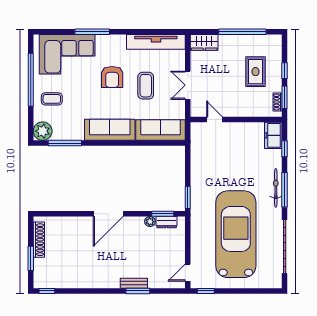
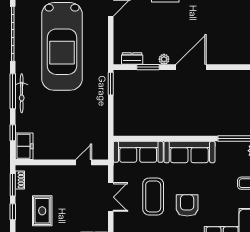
coffee table: (146, 86) -> (153, 197), width x1.36, depth x1.32
door: (214, 119) -> (84, 162), swing flipped
window: (163, 214) -> (148, 67), moved
plant: (150, 222) -> (164, 59), moved

